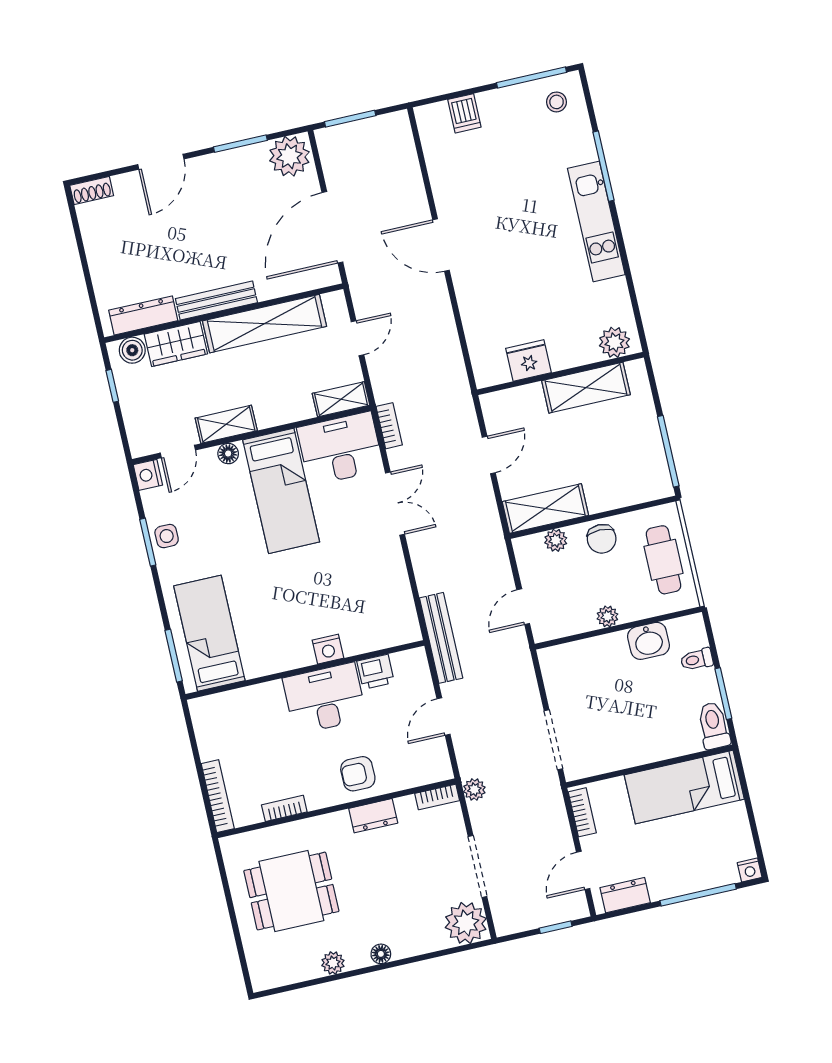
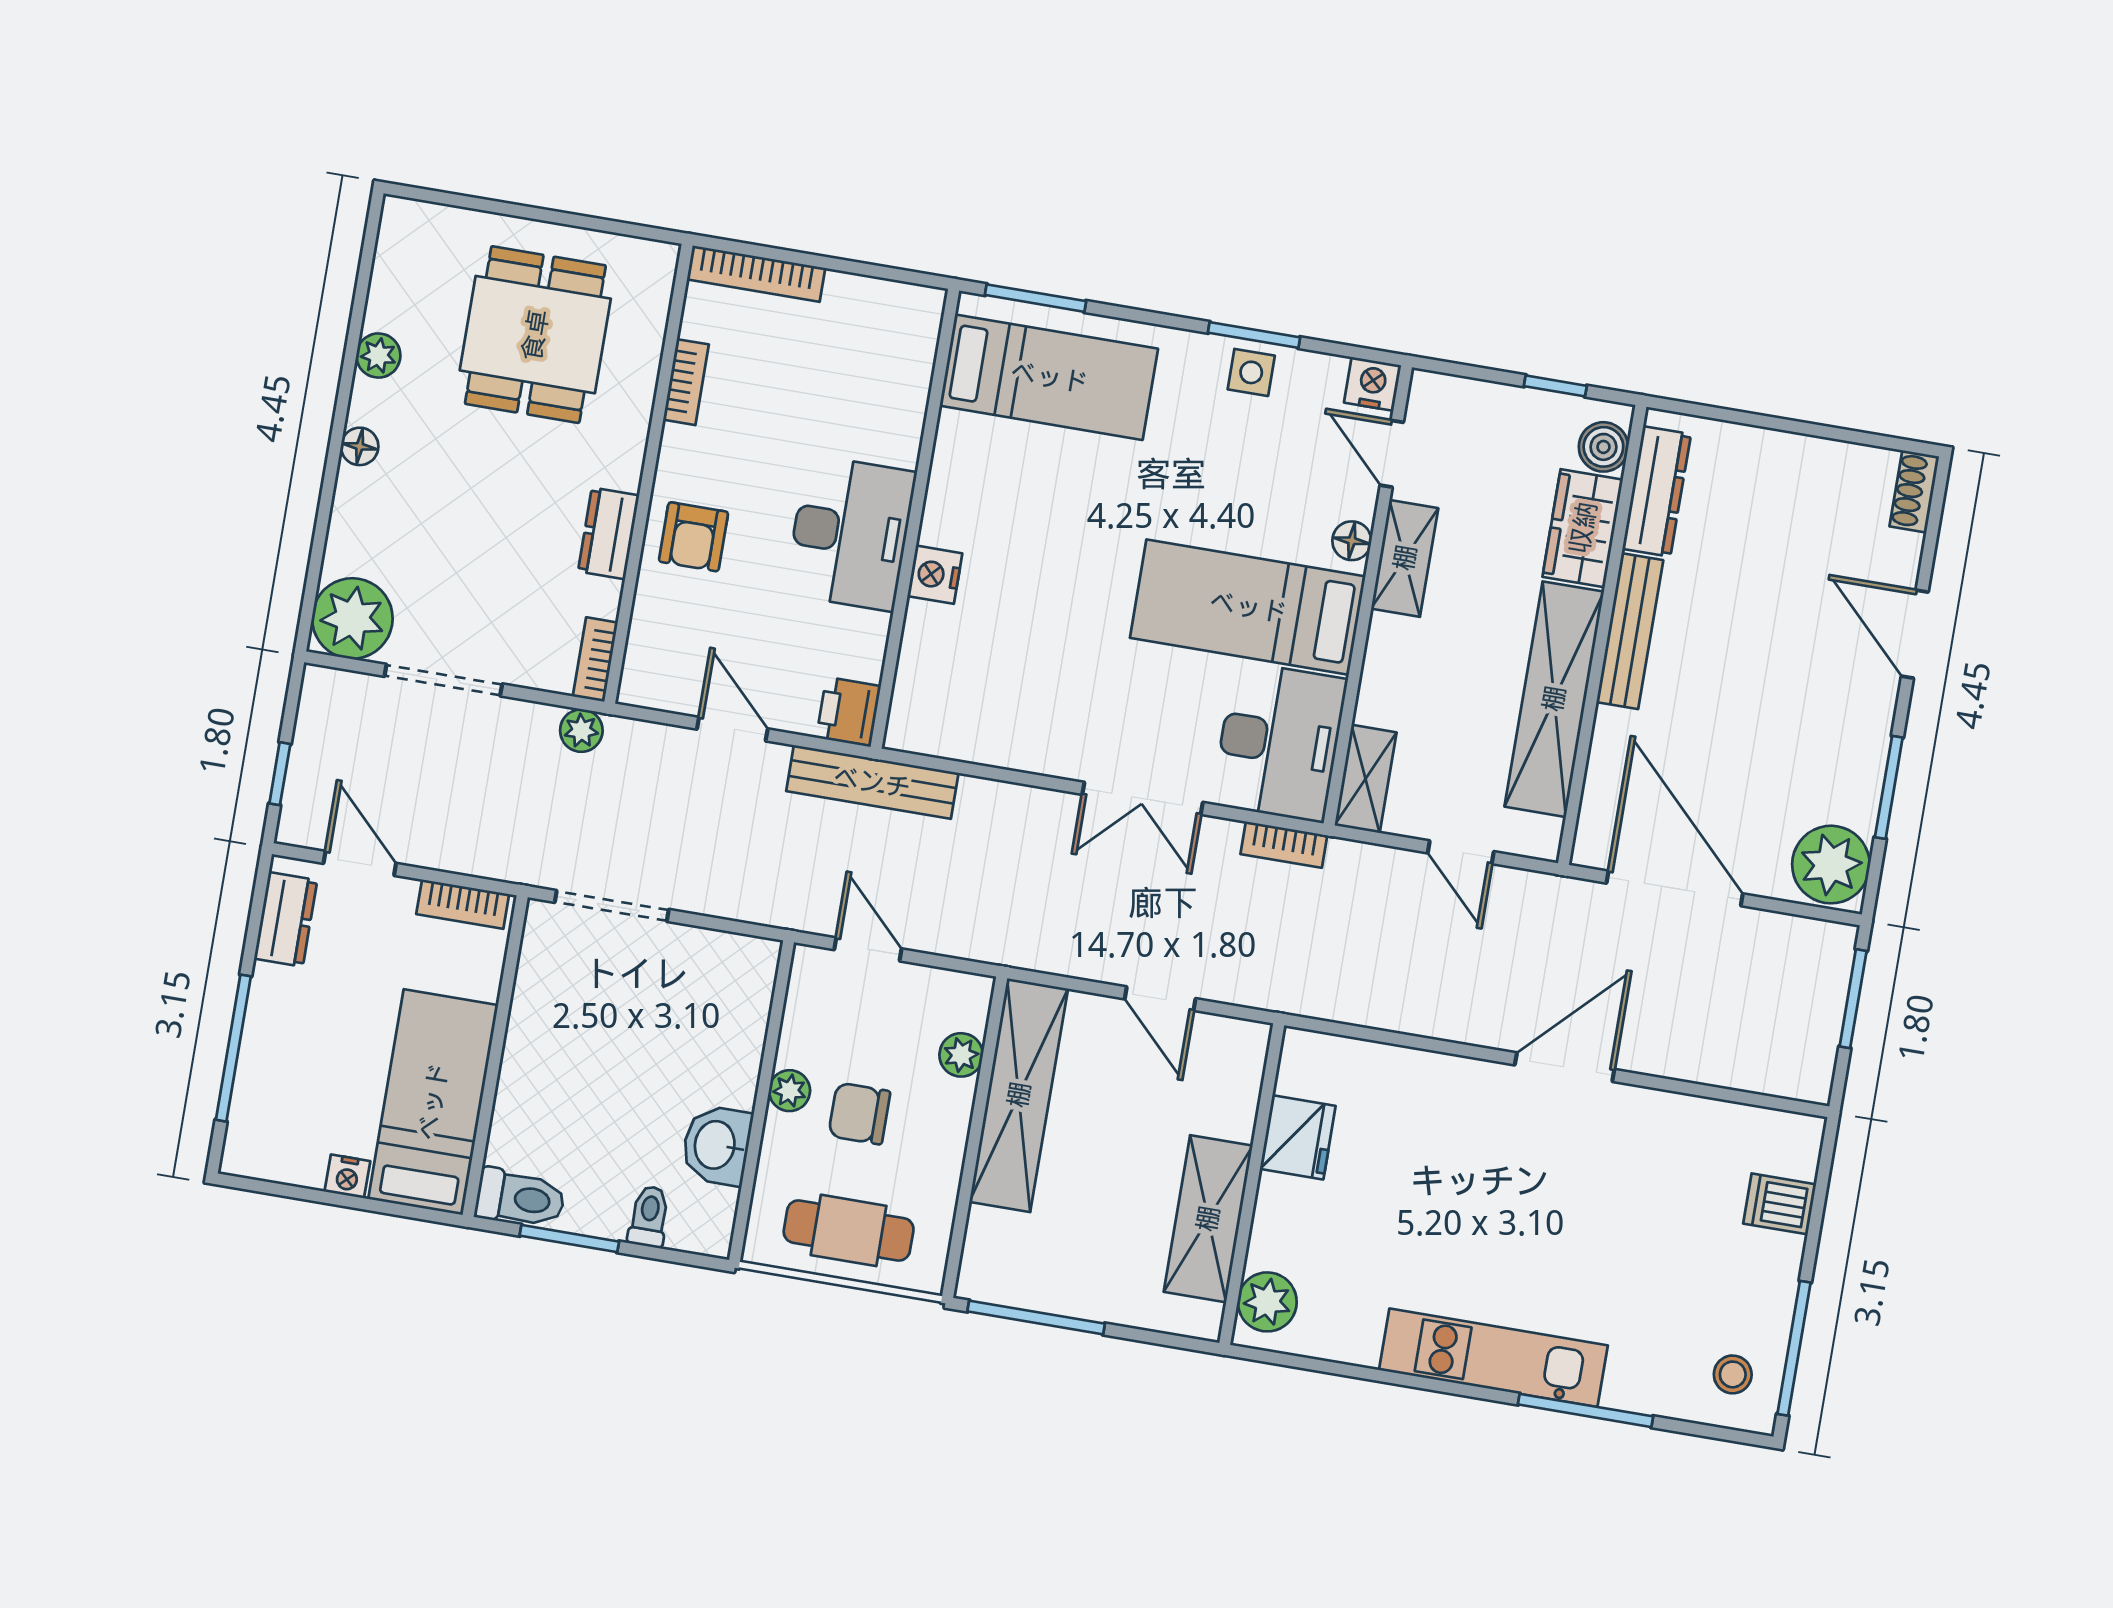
shelving: (545, 509) -> (1019, 1095), width x1.47
chair: (602, 539) -> (859, 1114), moved
printer: (376, 672) -> (849, 711), moved
armchair: (358, 774) -> (694, 537), turned 180
nightstand: (750, 870) -> (347, 1176), moved, turned -90

